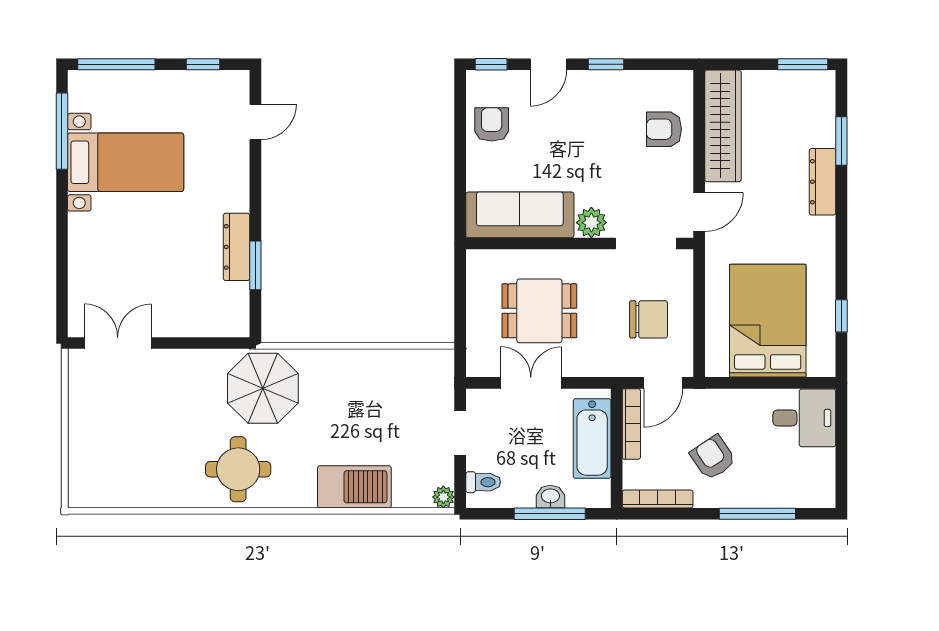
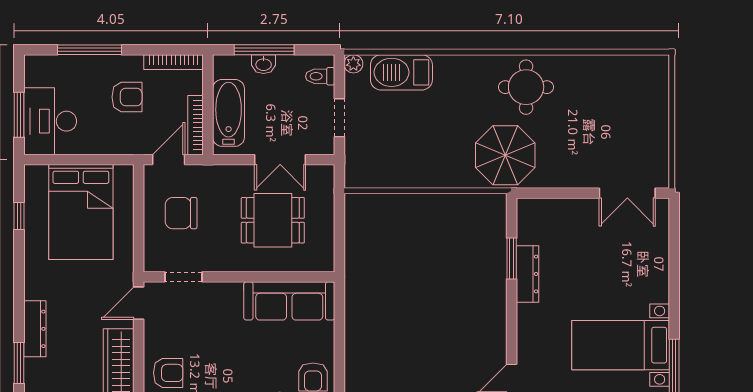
plant: (591, 223) -> (229, 295), removed
doorway: (646, 244) -> (184, 277), width x0.73
desk: (804, 418) -> (50, 121), width x1.37
window: (841, 436) -> (19, 115), added
armchair: (713, 457) -> (127, 97), turned -56
barbecue: (354, 487) -> (401, 72), moved

